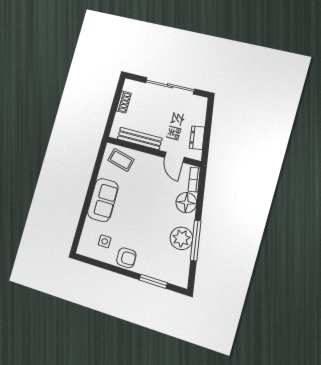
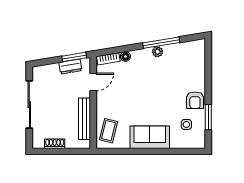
window: (206, 144) -> (74, 57), added
floor lamp: (186, 203) -> (125, 56), width x0.53, depth x0.53
plant: (181, 238) -> (158, 52), width x0.53, depth x0.53
armchair: (126, 258) -> (195, 100), turned 180
window: (153, 281) -> (208, 117), moved

